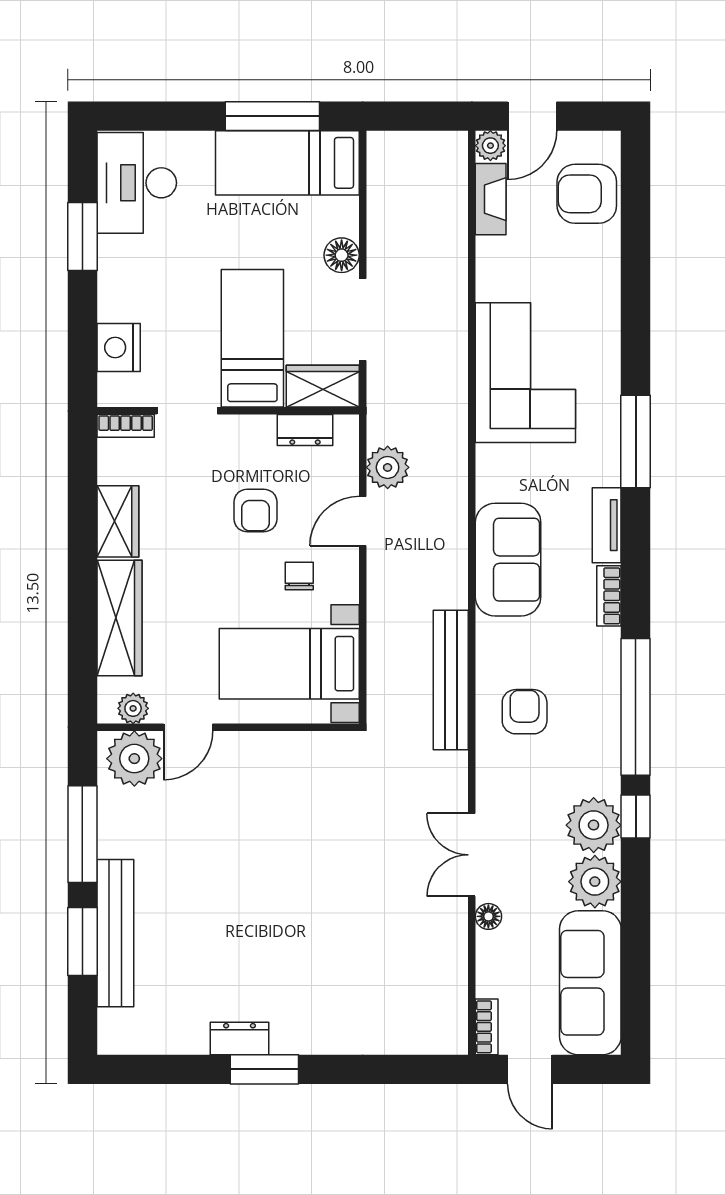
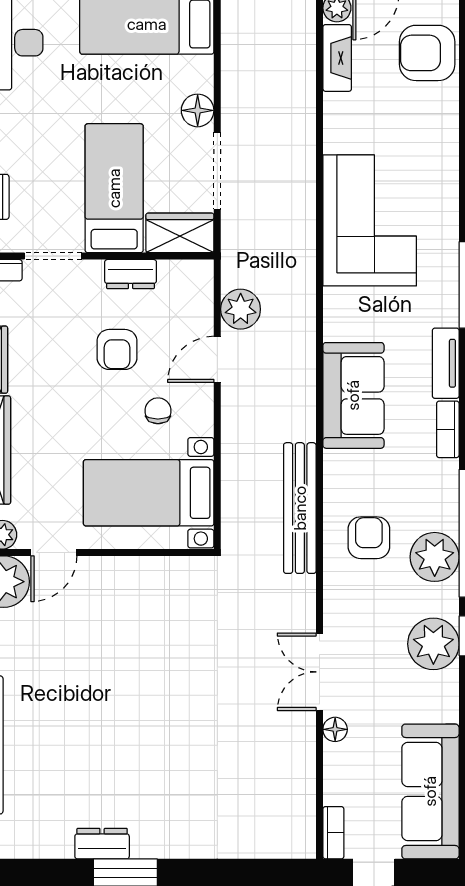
dresser: (305, 430) -> (131, 274), moved
plant: (595, 882) -> (435, 557), moved

